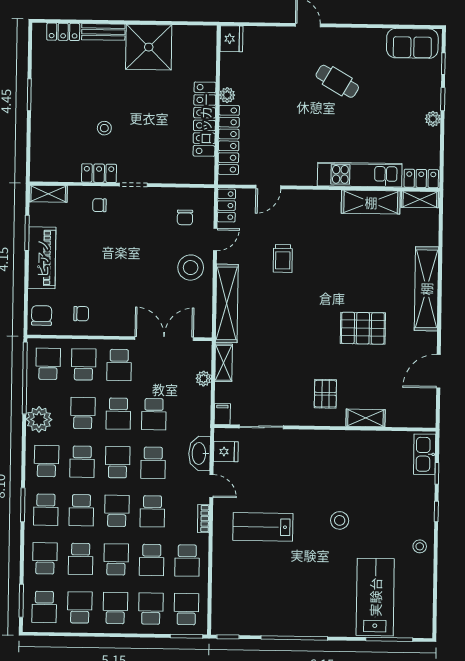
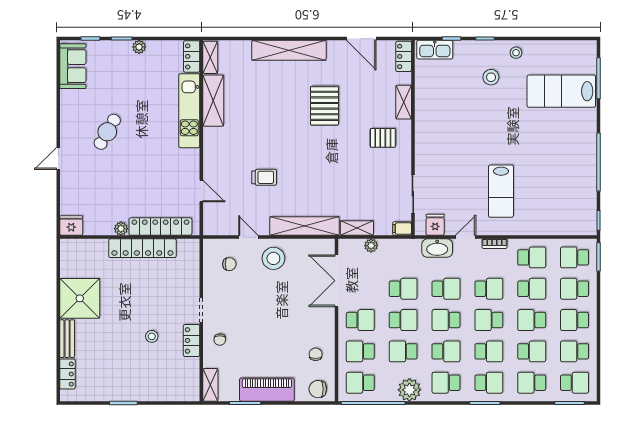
locker: (226, 206) -> (404, 56), moved, turned -90
stool: (340, 520) -> (491, 77), moved

